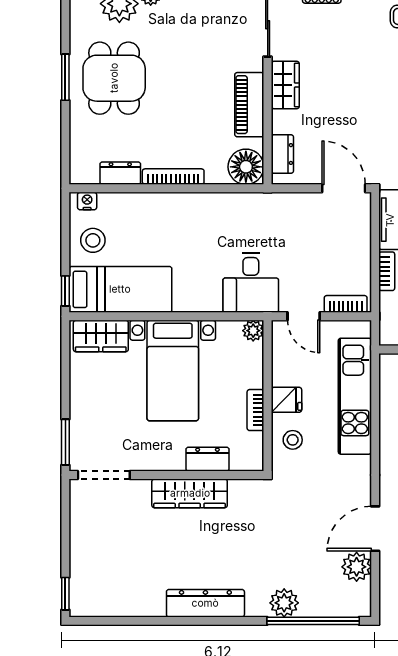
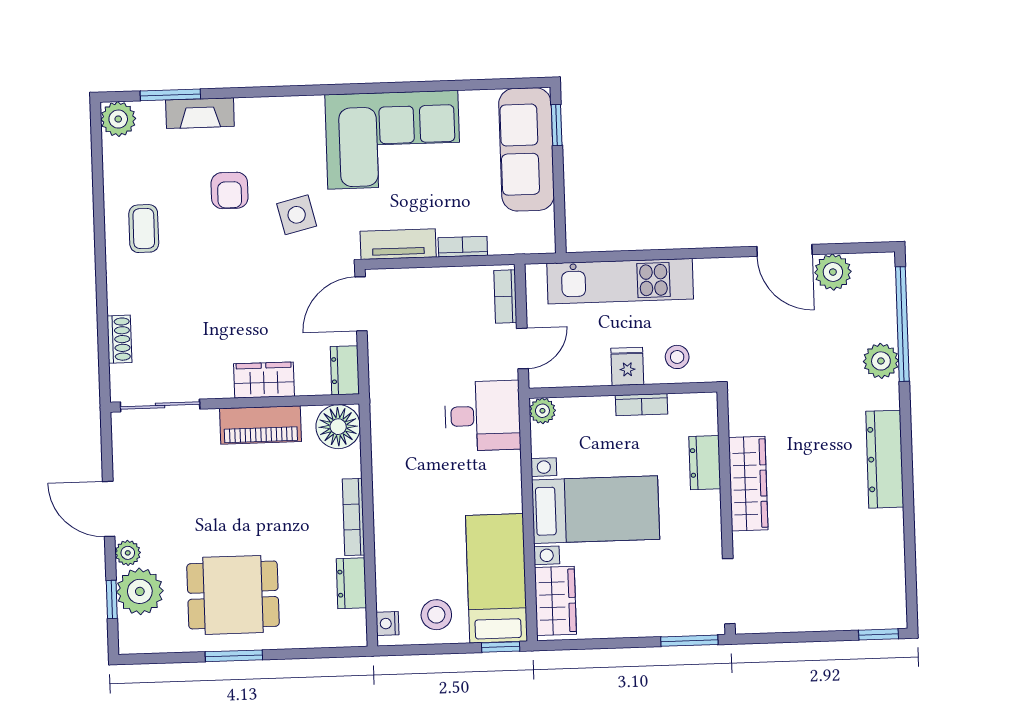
wardrobe: (285, 85) -> (264, 380), moved
dresser: (282, 154) -> (345, 370), moved, turned -90

